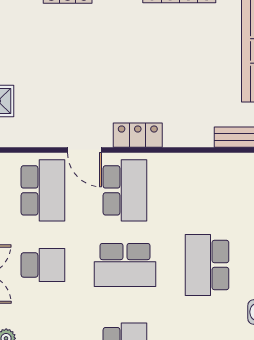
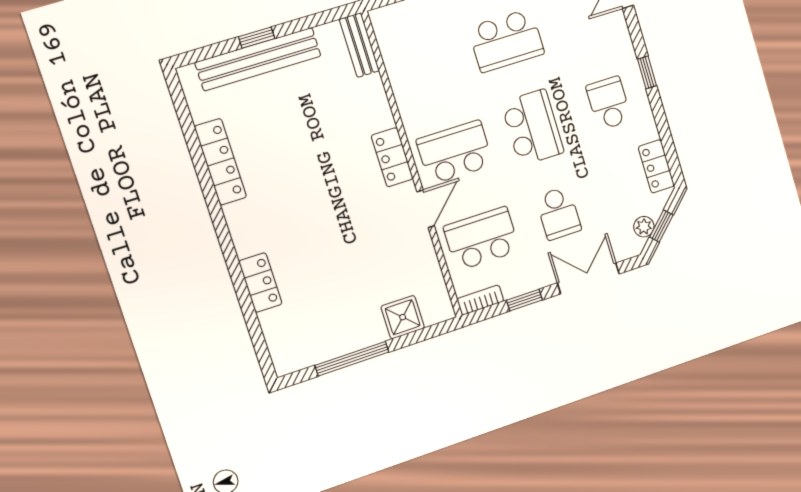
school desk: (43, 265) -> (558, 213), turned 180

